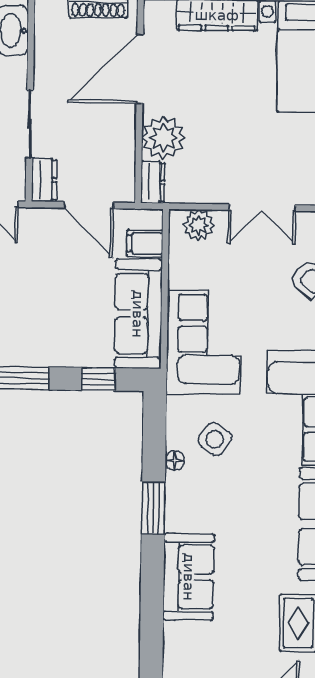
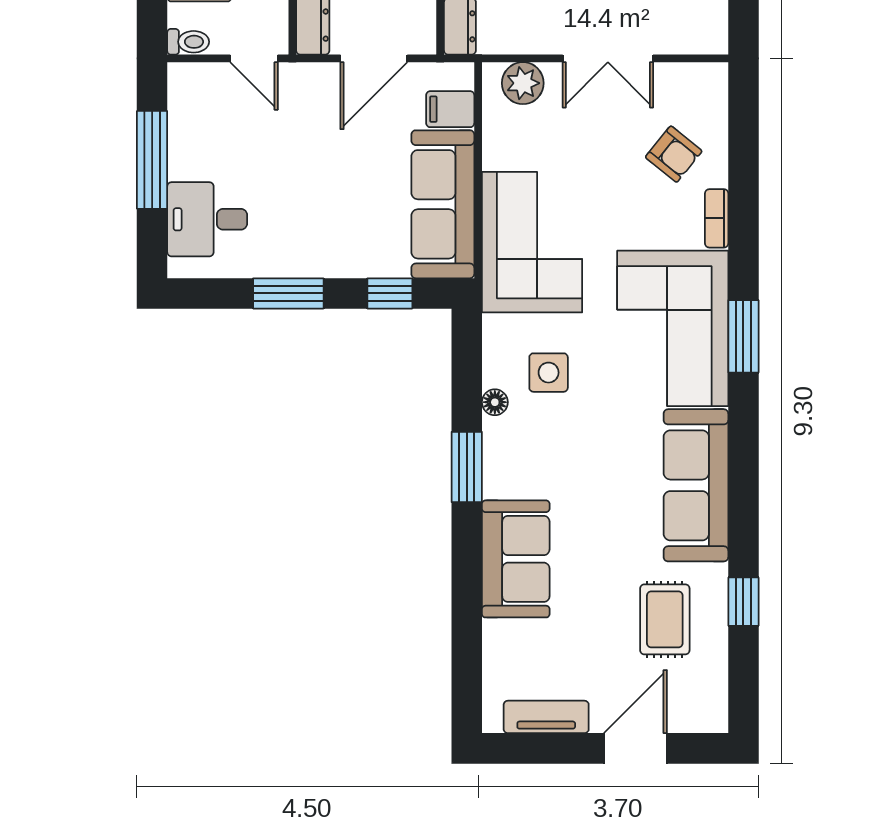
door: (89, 205) -> (374, 58), hinge flipped
side table: (215, 439) -> (549, 373), turned -35

